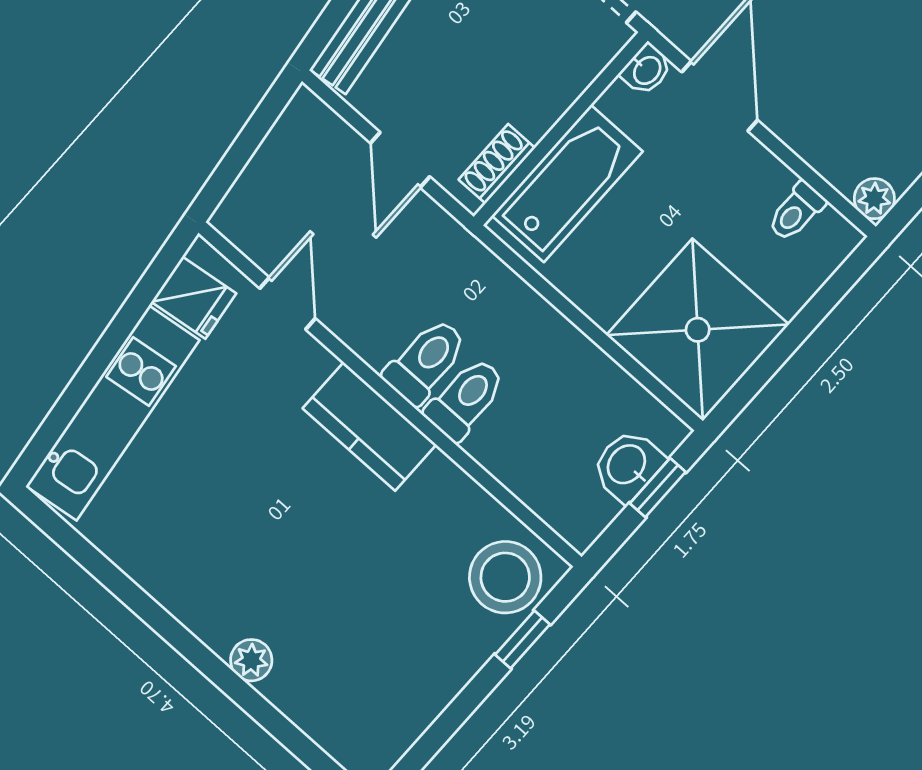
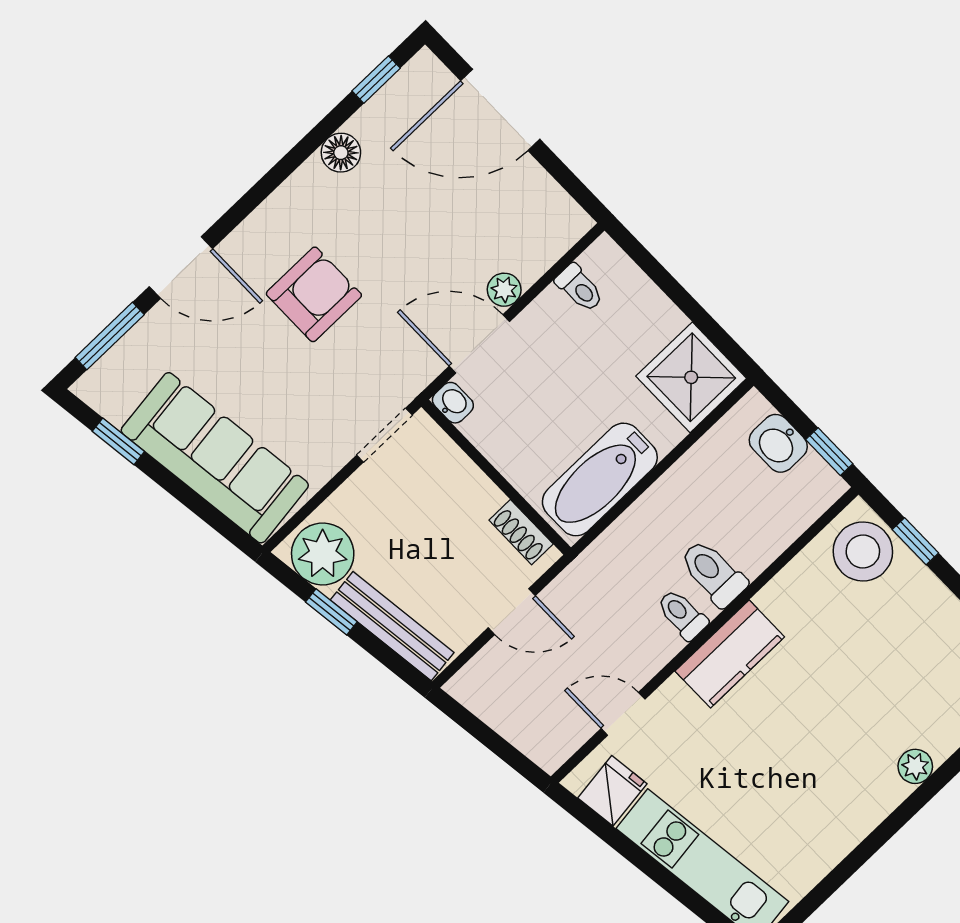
bathtub: (567, 183) -> (600, 479), moved, turned -90
plant: (874, 199) -> (504, 290), moved
shower: (698, 330) -> (691, 377), width x0.73, depth x0.73
toilet: (426, 361) -> (682, 615), width x0.73, depth x0.72
window: (658, 488) -> (829, 452), moved

